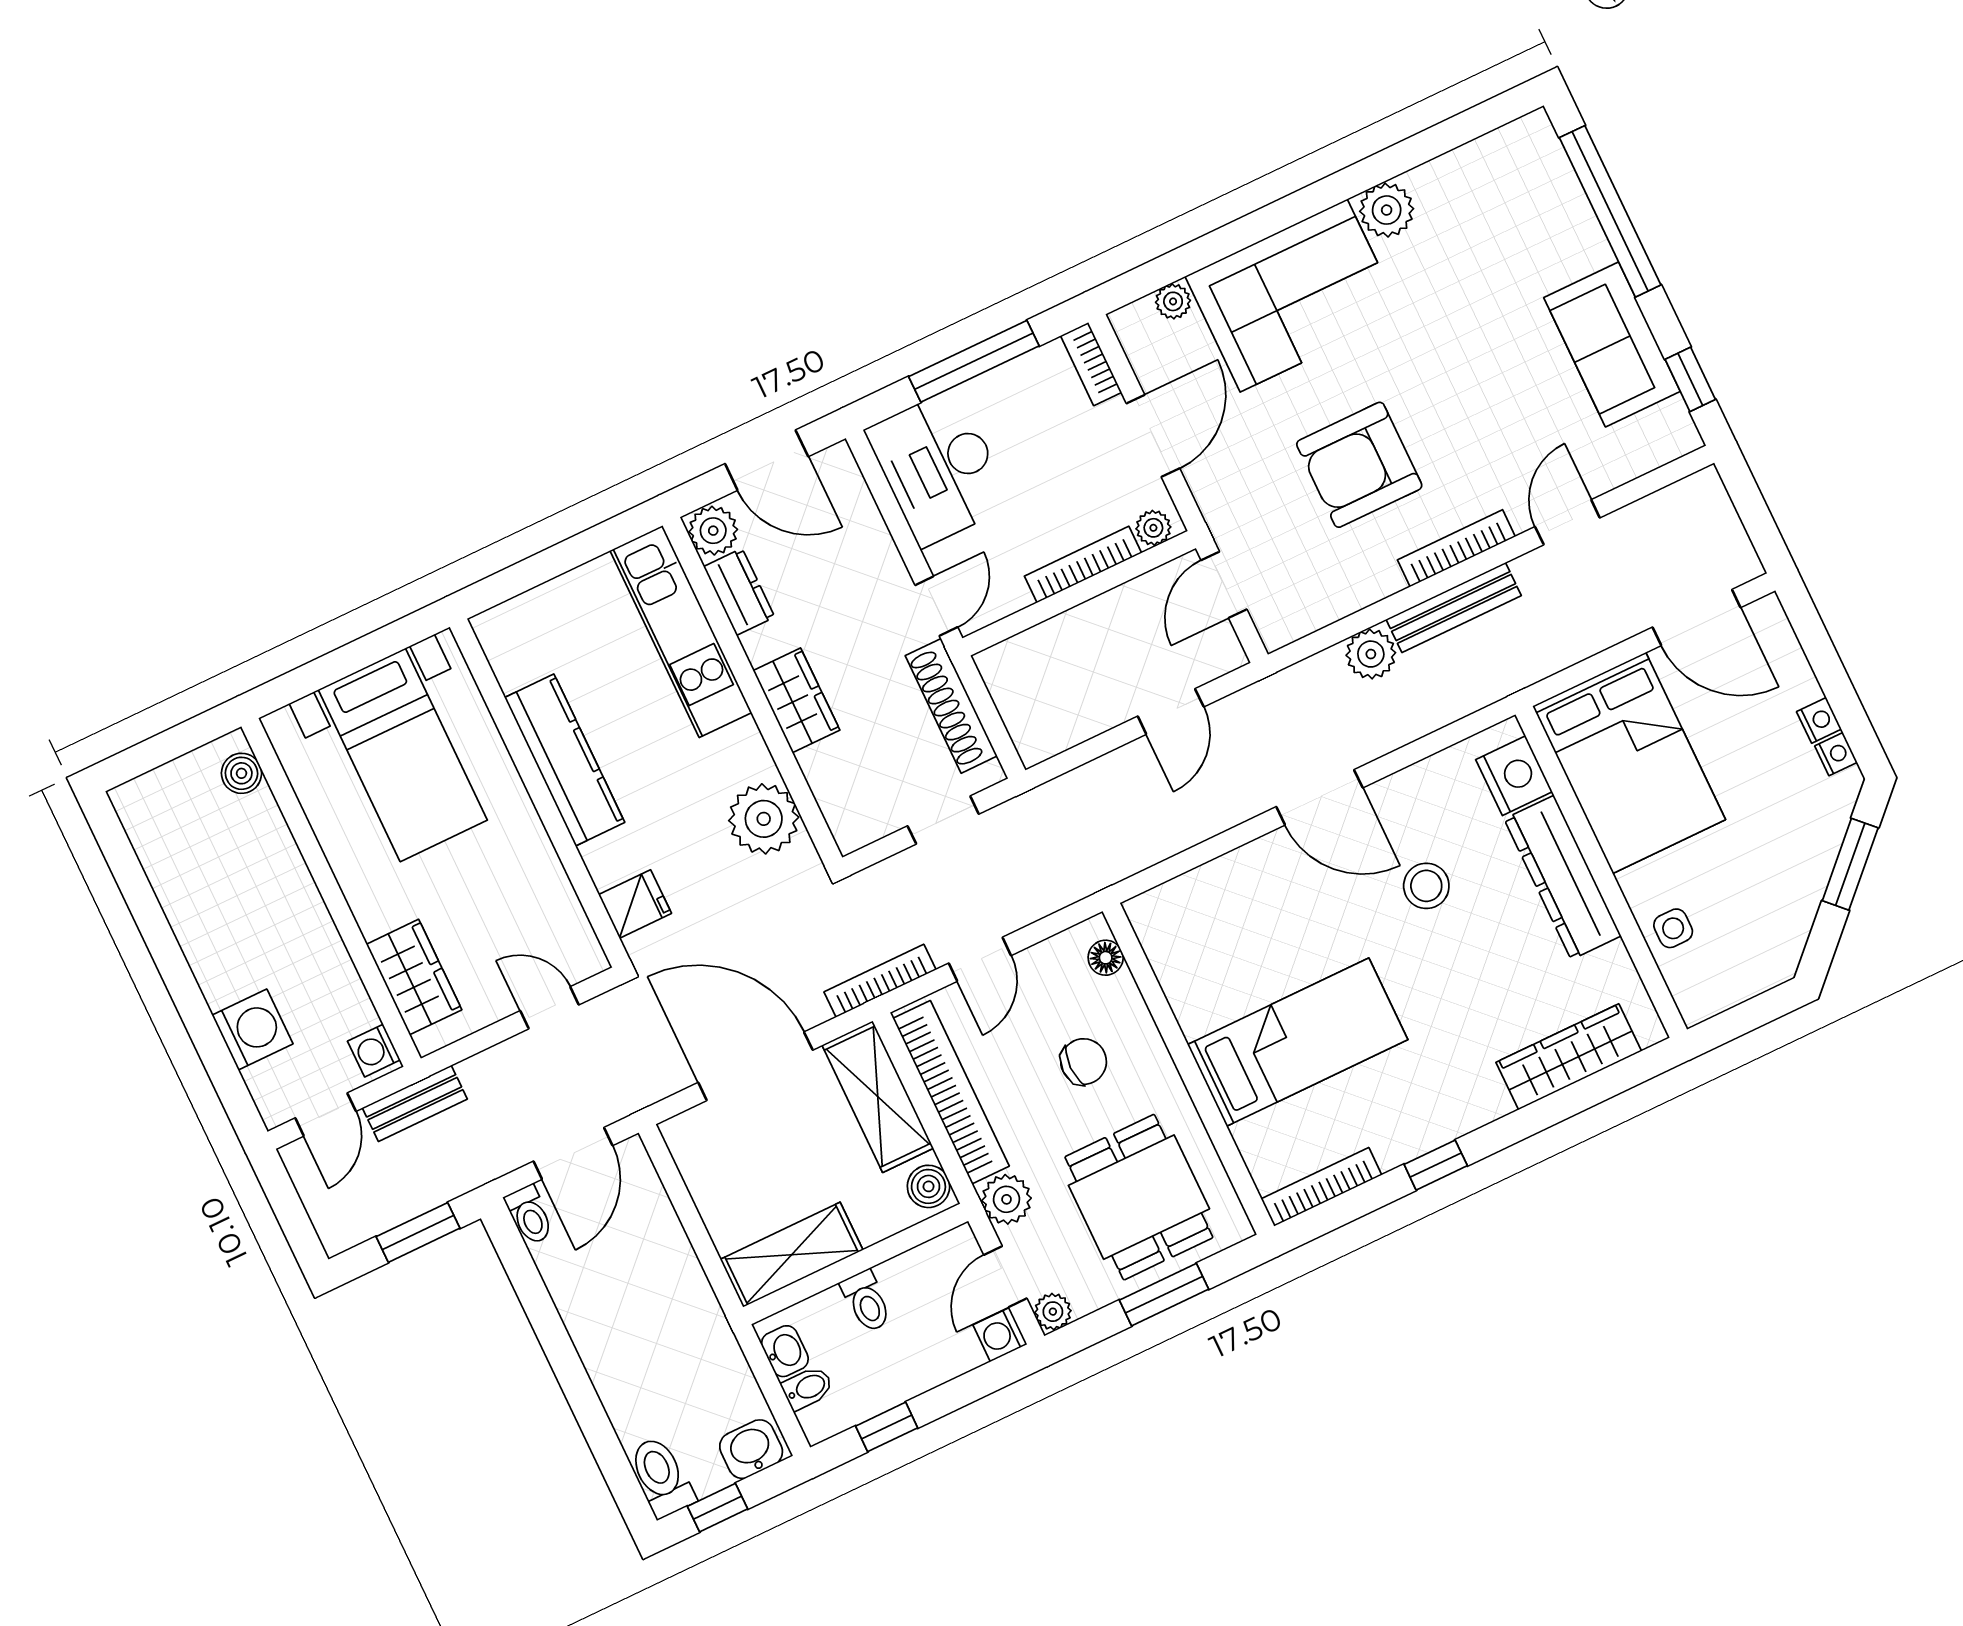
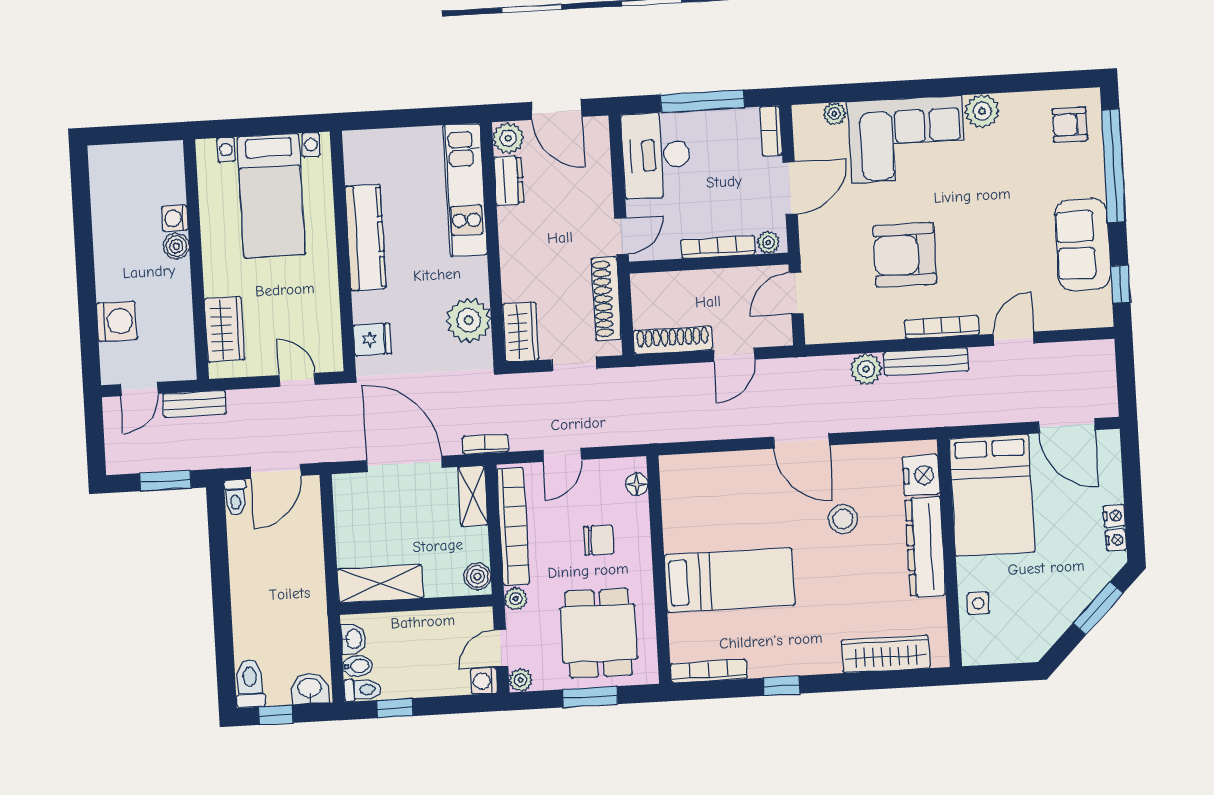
armchair: (1522, 177) -> (1070, 124), added
wardrobe: (796, 700) -> (521, 332), moved
shoe rack: (1072, 727) -> (673, 340), added
boiler: (241, 773) -> (176, 246), moved
bookcase: (880, 981) -> (486, 444), width x0.64
washing machine: (374, 1051) -> (175, 218), moved
shelving: (878, 1097) -> (473, 496), width x0.67, depth x0.75
plant: (1007, 1199) -> (516, 599), width x0.73, depth x0.73
toilet: (866, 1301) -> (362, 690), moved, turned -90

